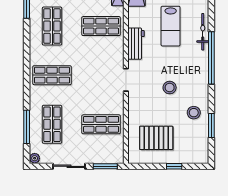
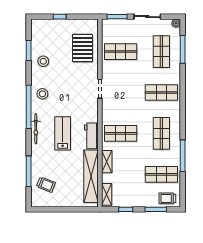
workbench: (136, 44) -> (91, 136), moved
stool: (170, 88) -> (42, 94), moved
pallet: (156, 138) -> (82, 48), moved, turned 90

